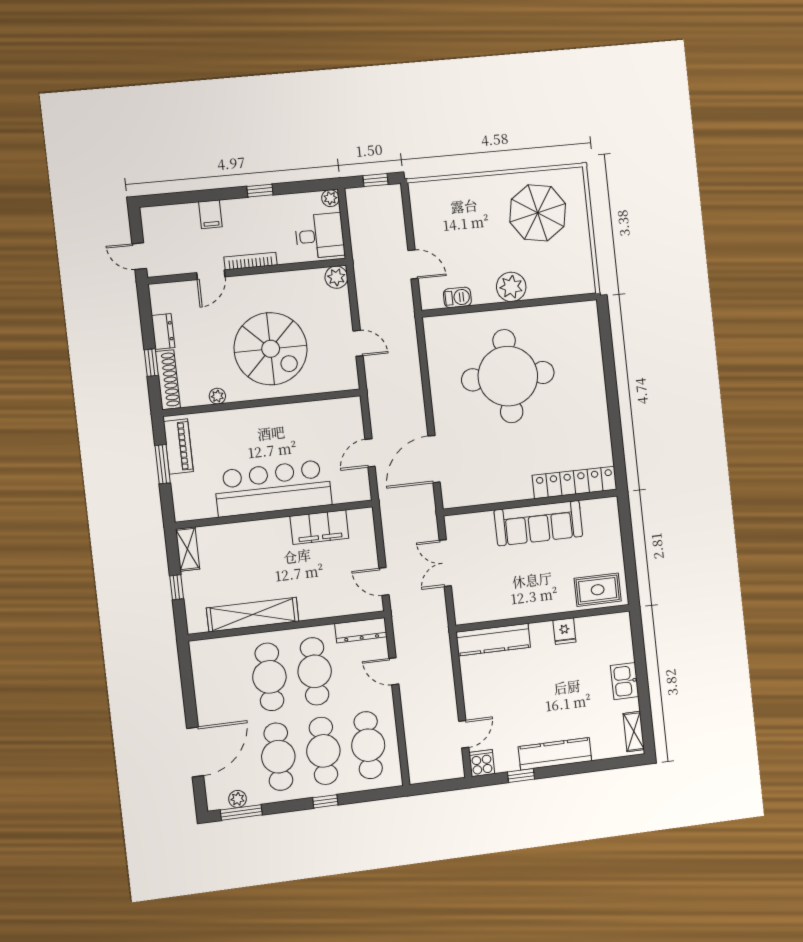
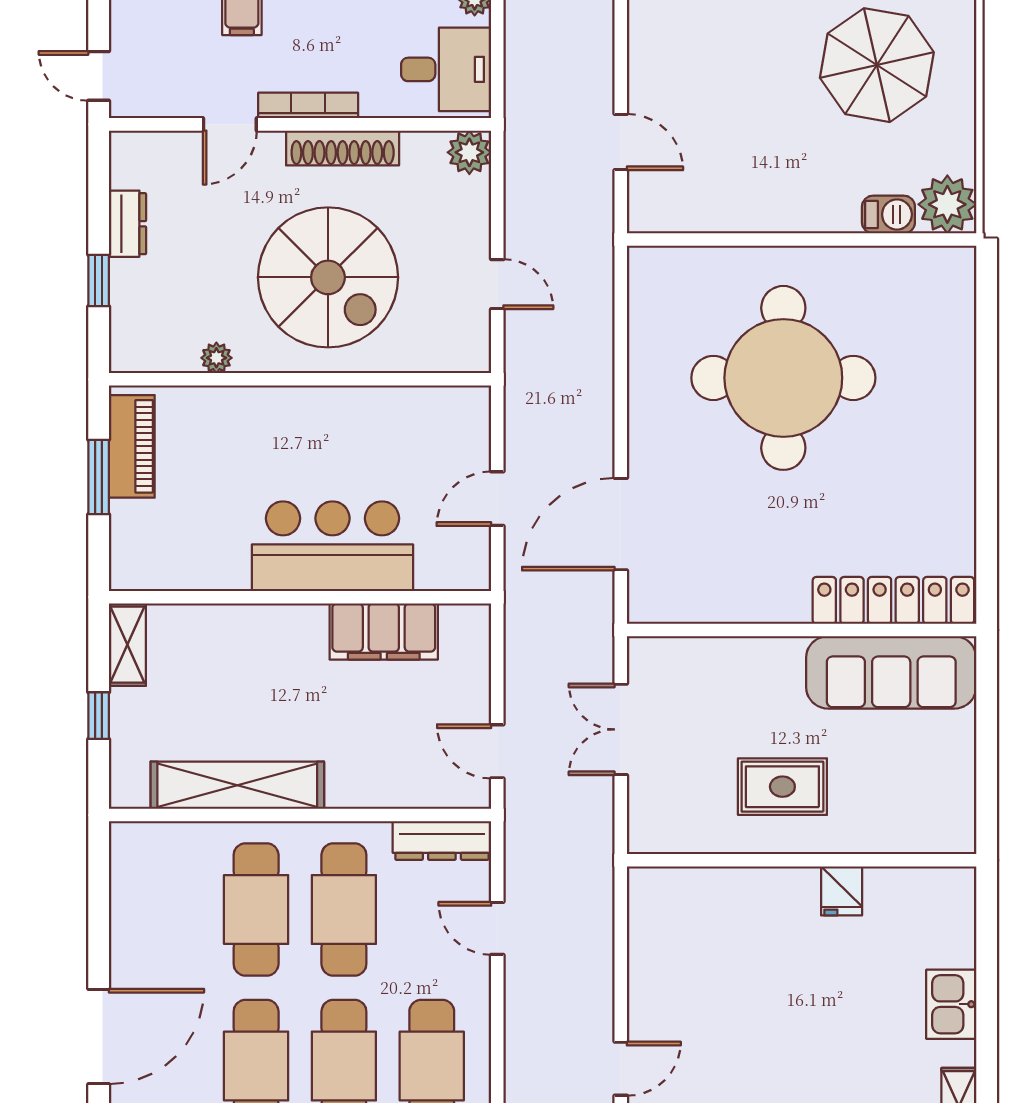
plant: (511, 287) -> (947, 204), moved
barbecue: (457, 297) -> (888, 214), moved
shoe rack: (168, 380) -> (343, 148), moved, turned 90
bar counter: (273, 488) -> (333, 546), width x0.73
sofa: (538, 523) -> (891, 672), moved
rug: (598, 590) -> (782, 787), moved
kitchen counter: (493, 640) -> (699, 890), removed

